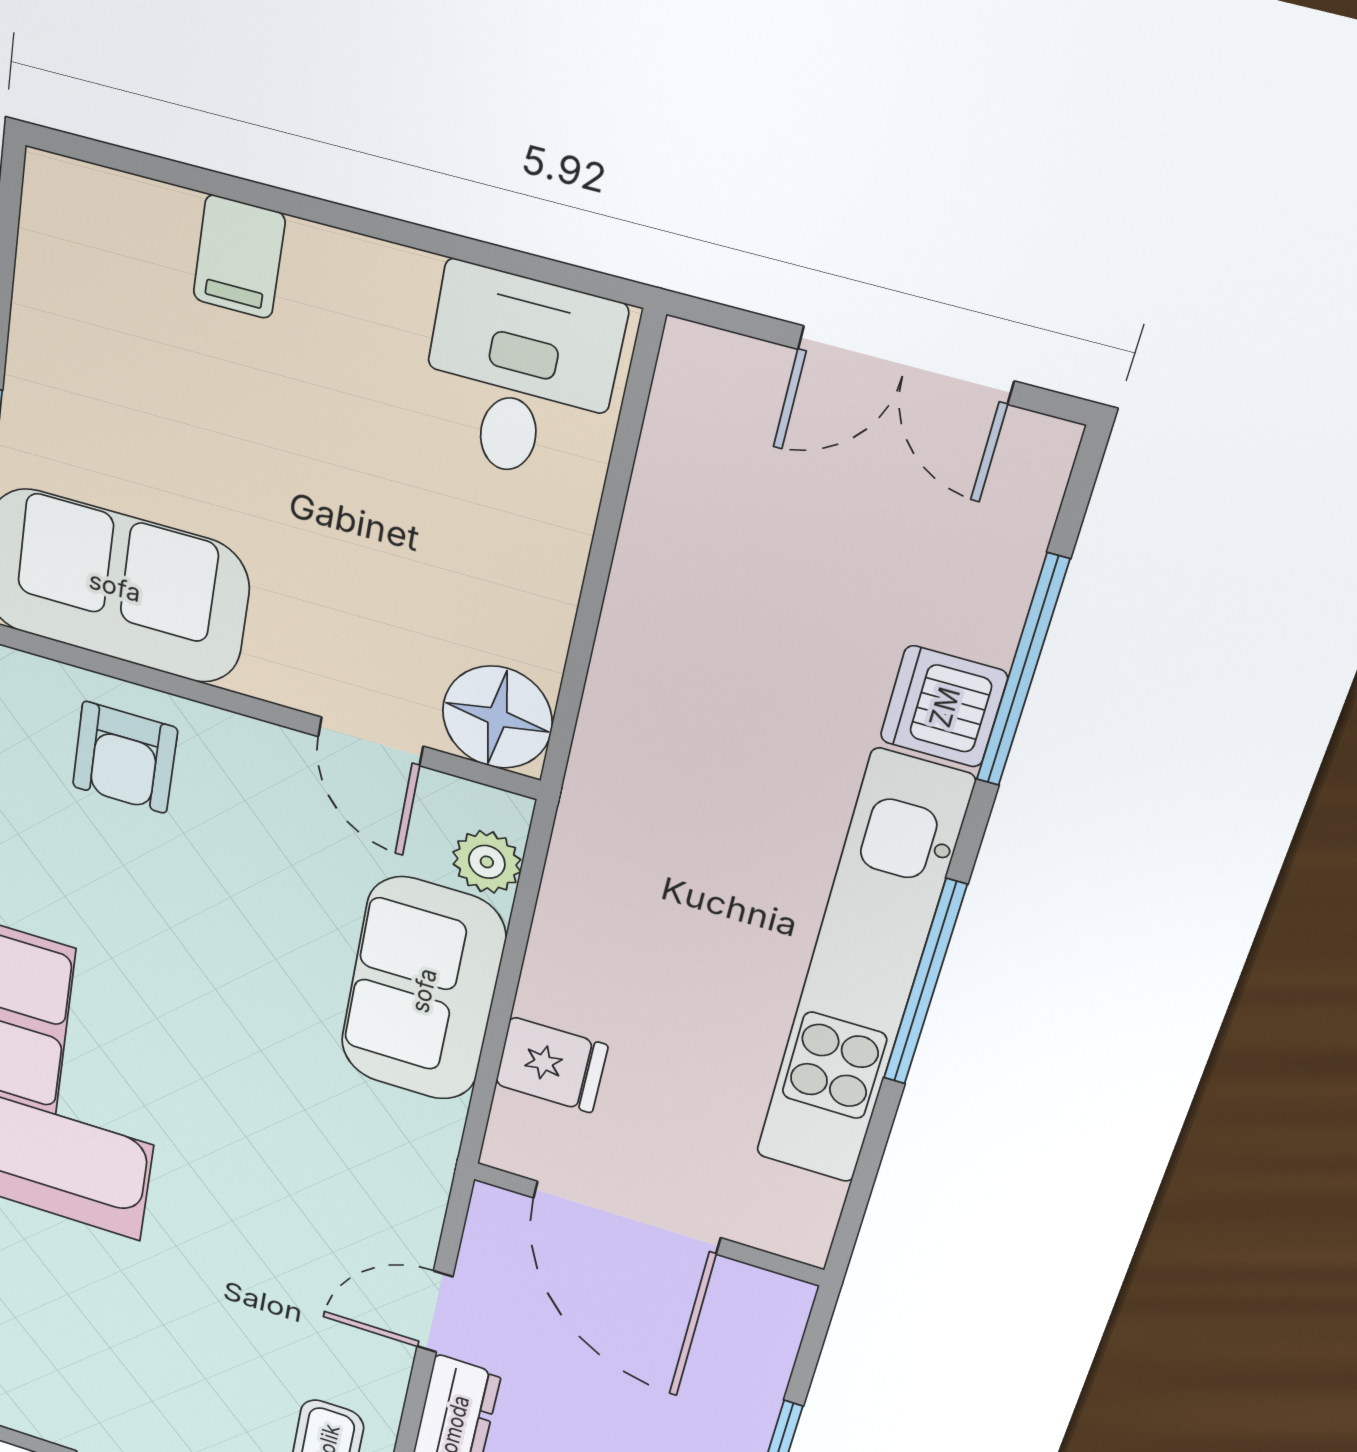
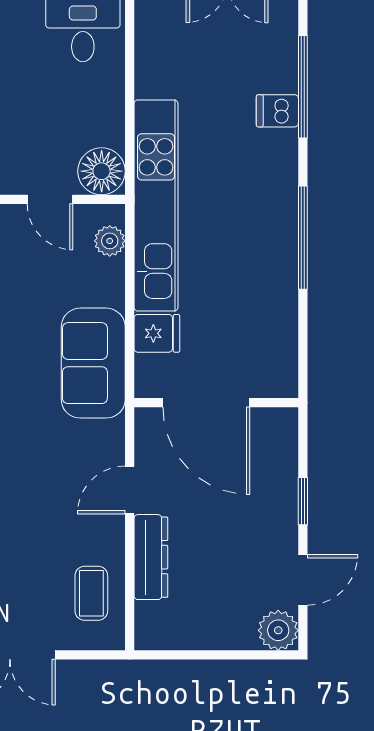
dishwasher: (944, 707) -> (277, 111), width x0.73
kitchen unit: (862, 974) -> (156, 206), moved, turned 180
sofa: (423, 990) -> (93, 363), moved

